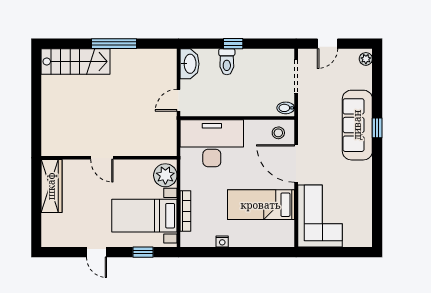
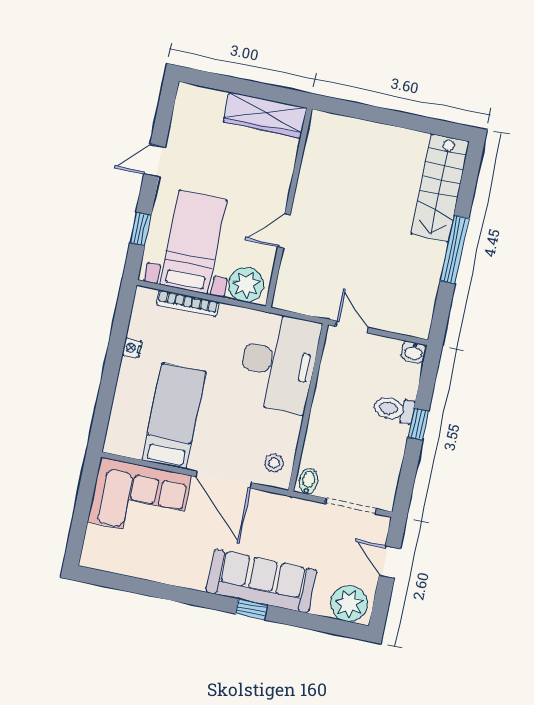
plant: (366, 59) -> (349, 604), width x1.88, depth x1.88
washbasin: (190, 64) -> (414, 352), width x0.52, depth x0.69
door: (102, 158) -> (284, 231), moved
door: (296, 164) -> (224, 480), swing flipped

